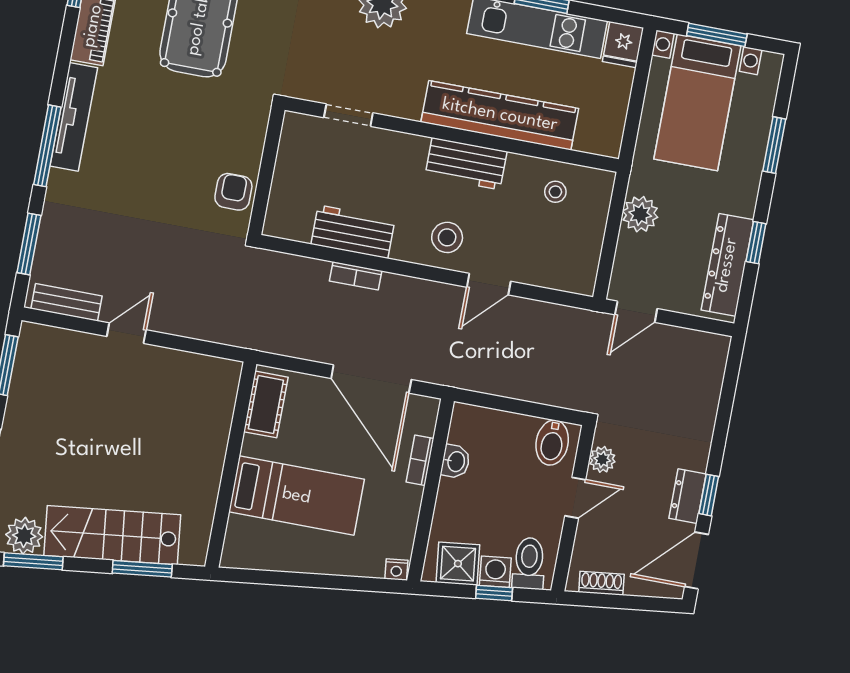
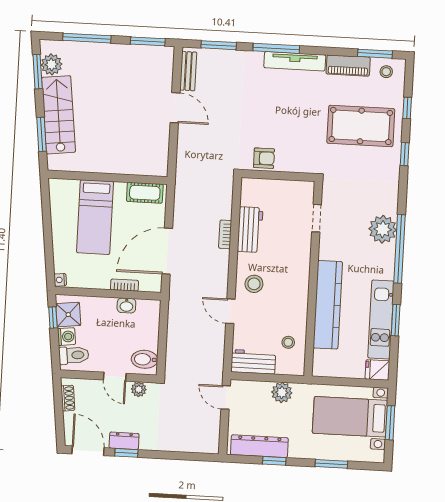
workbench: (466, 164) -> (253, 362), moved, turned 90
door: (126, 333) -> (175, 108), width x1.37
window: (494, 593) -> (53, 317), moved

